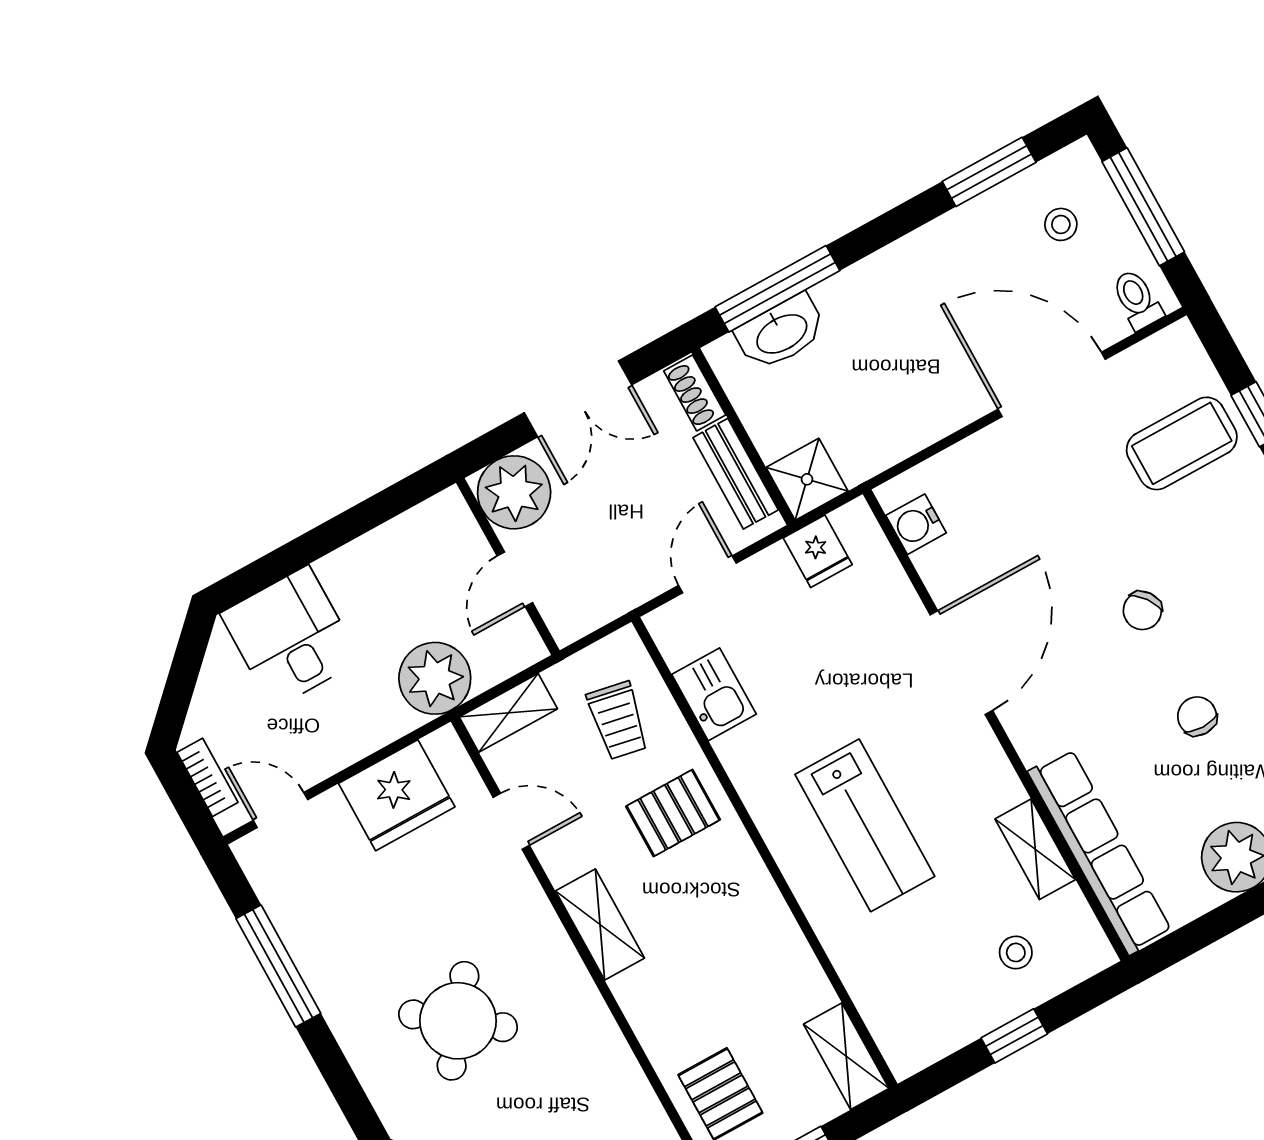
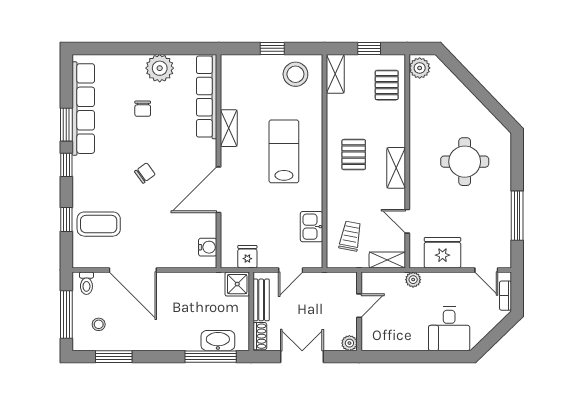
plant: (514, 492) -> (349, 343), width x0.53, depth x0.53
plant: (435, 678) -> (413, 280), width x0.53, depth x0.53
chair: (1197, 716) -> (143, 109), moved
pallet: (673, 813) -> (354, 155), moved, turned 90
shelving: (1035, 849) -> (229, 128), moved
stool: (1016, 952) -> (295, 74), moved, width x1.89, depth x1.89
round table: (458, 1021) -> (465, 162), turned -37

